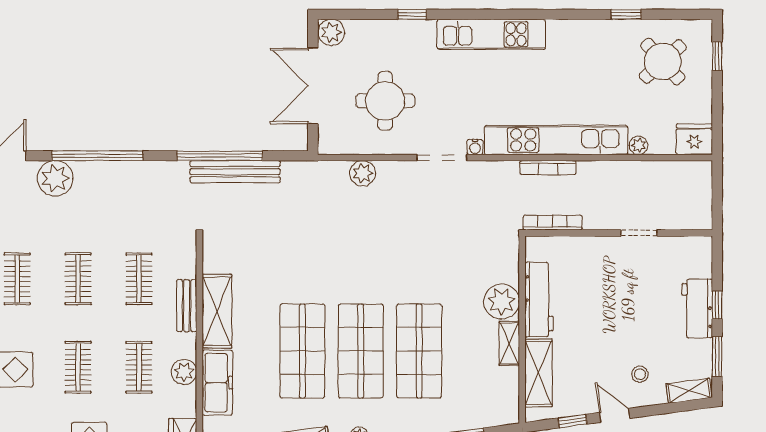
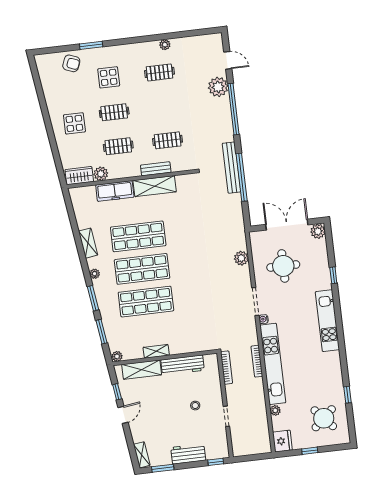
window: (717, 56) -> (310, 451), moved
bench: (235, 172) -> (231, 168), moved
clothes rail: (78, 279) -> (164, 106), removed
plant: (502, 302) -> (117, 356), moved, width x0.53, depth x0.53
window: (717, 305) -> (216, 462), moved
plant: (184, 372) -> (101, 174), moved
stool: (640, 374) -> (195, 406), moved

